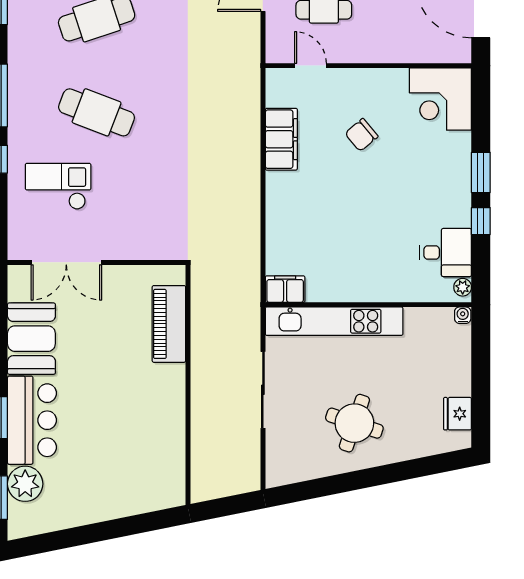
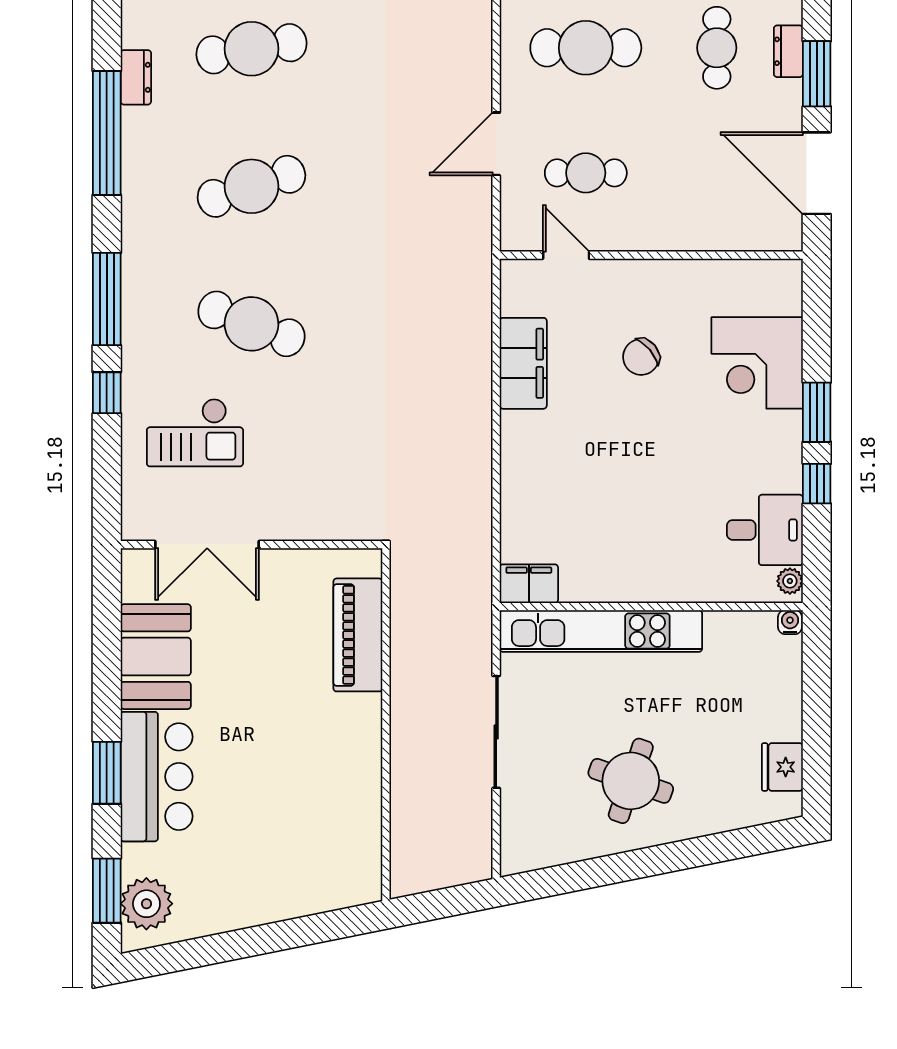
corner desk: (440, 99) -> (757, 363), moved
checkout: (58, 186) -> (195, 433), turned 180
plant: (25, 484) -> (146, 904), moved

